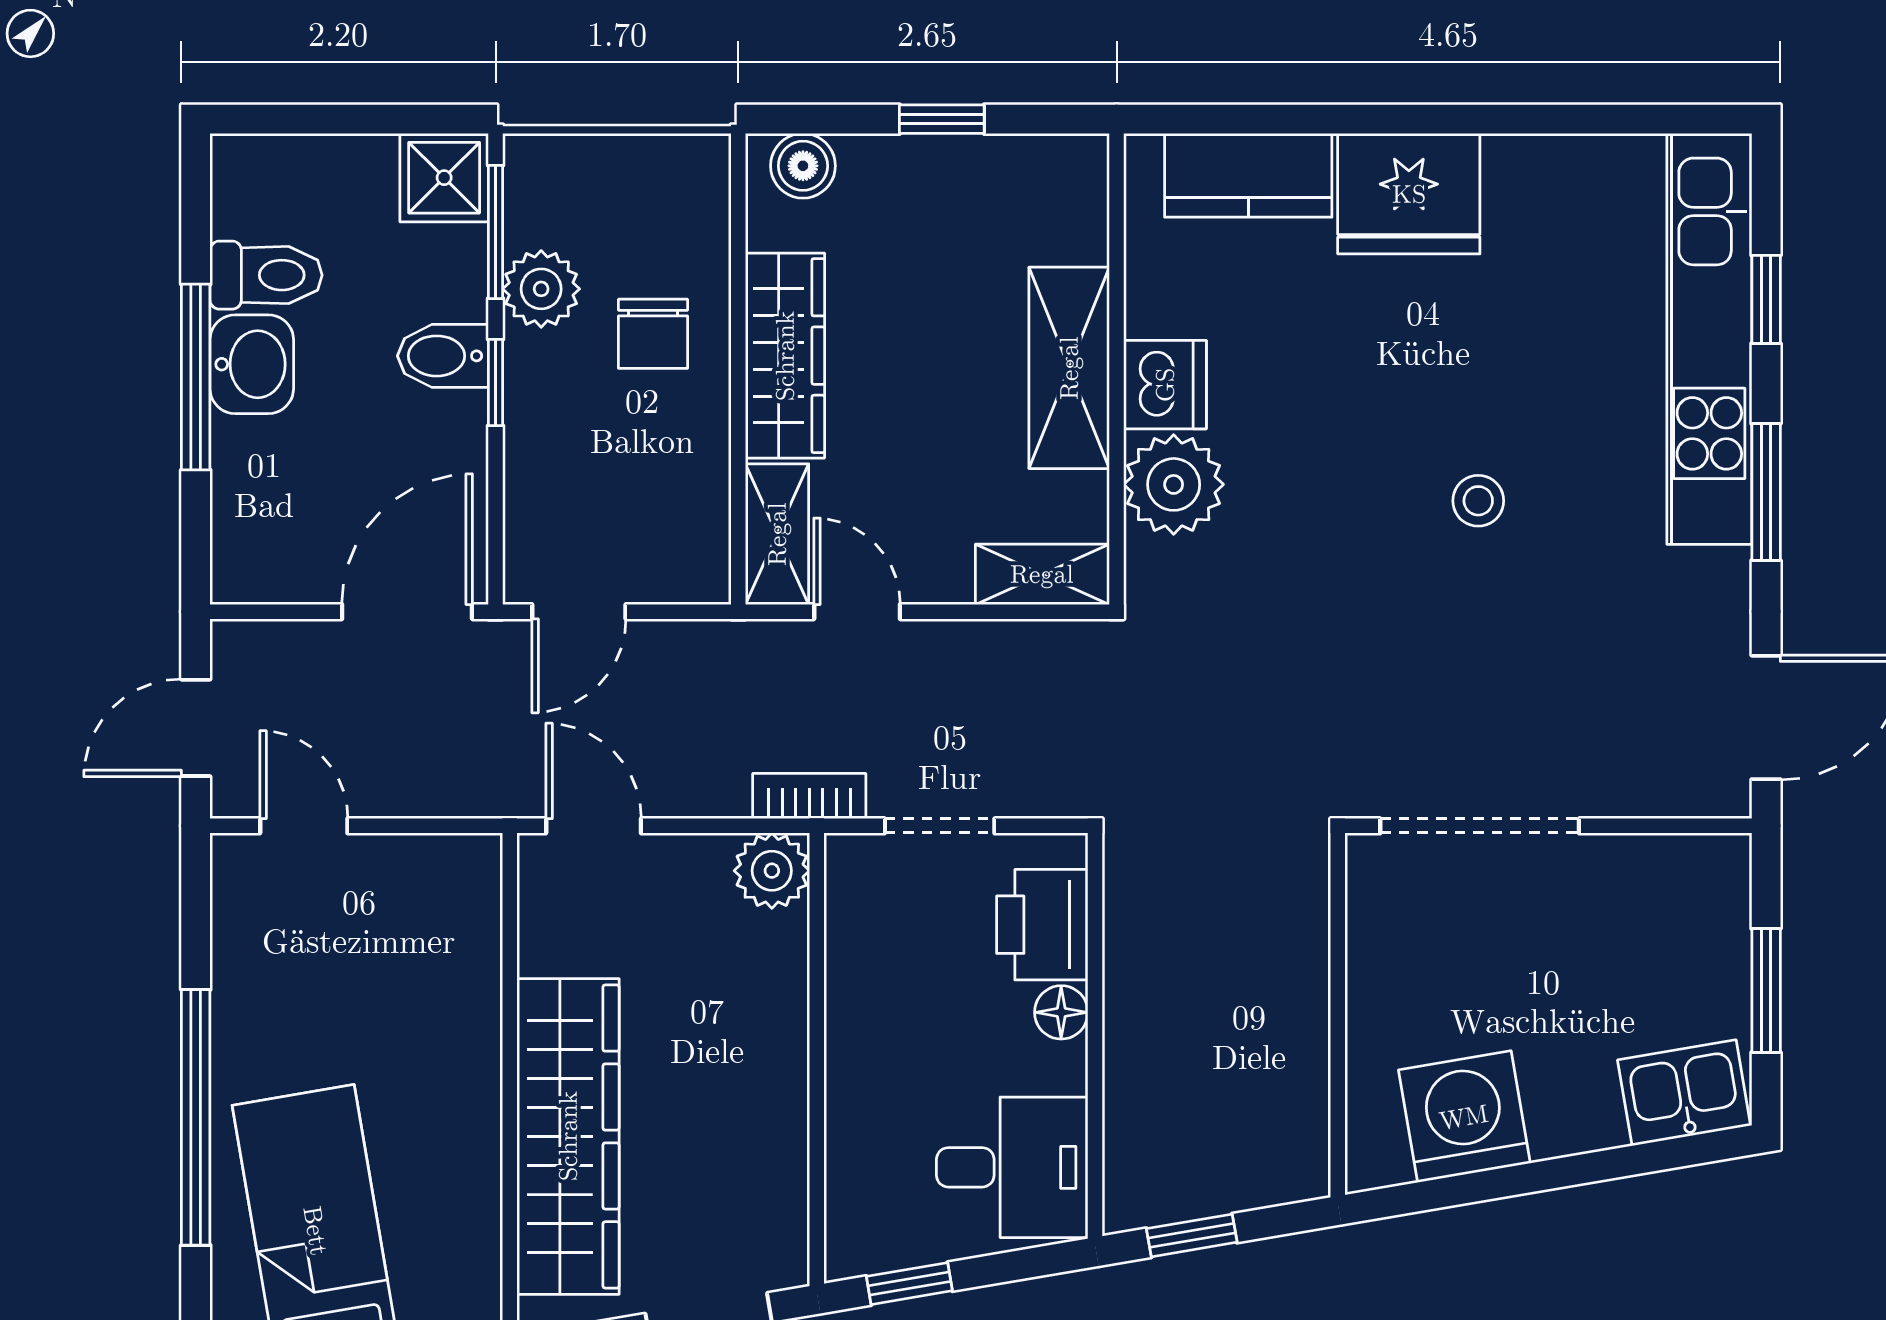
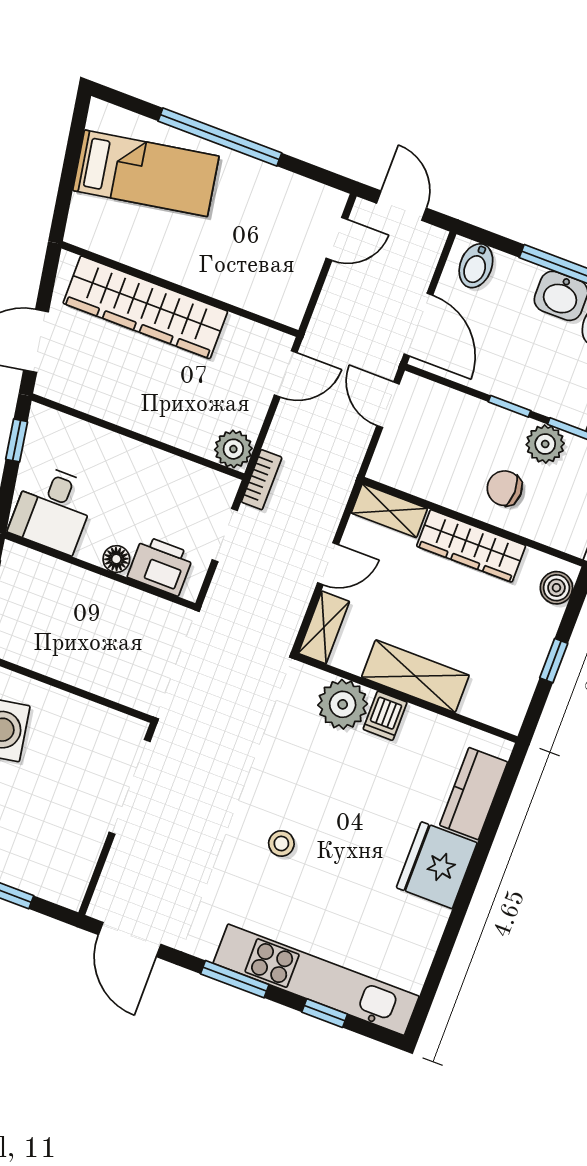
bidet: (443, 356) -> (476, 266), moved, turned 180
dishwasher: (1165, 385) -> (385, 716), width x0.73
door: (857, 612) -> (328, 564), moved

